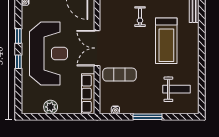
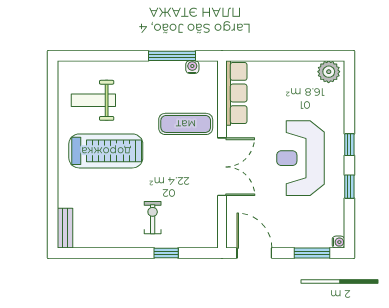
treadmill: (166, 41) -> (106, 151), moved, turned 90
reception desk: (49, 53) -> (301, 158), width x0.74, depth x0.77
plant: (51, 107) -> (329, 72), moved
window: (148, 117) -> (172, 56), moved

